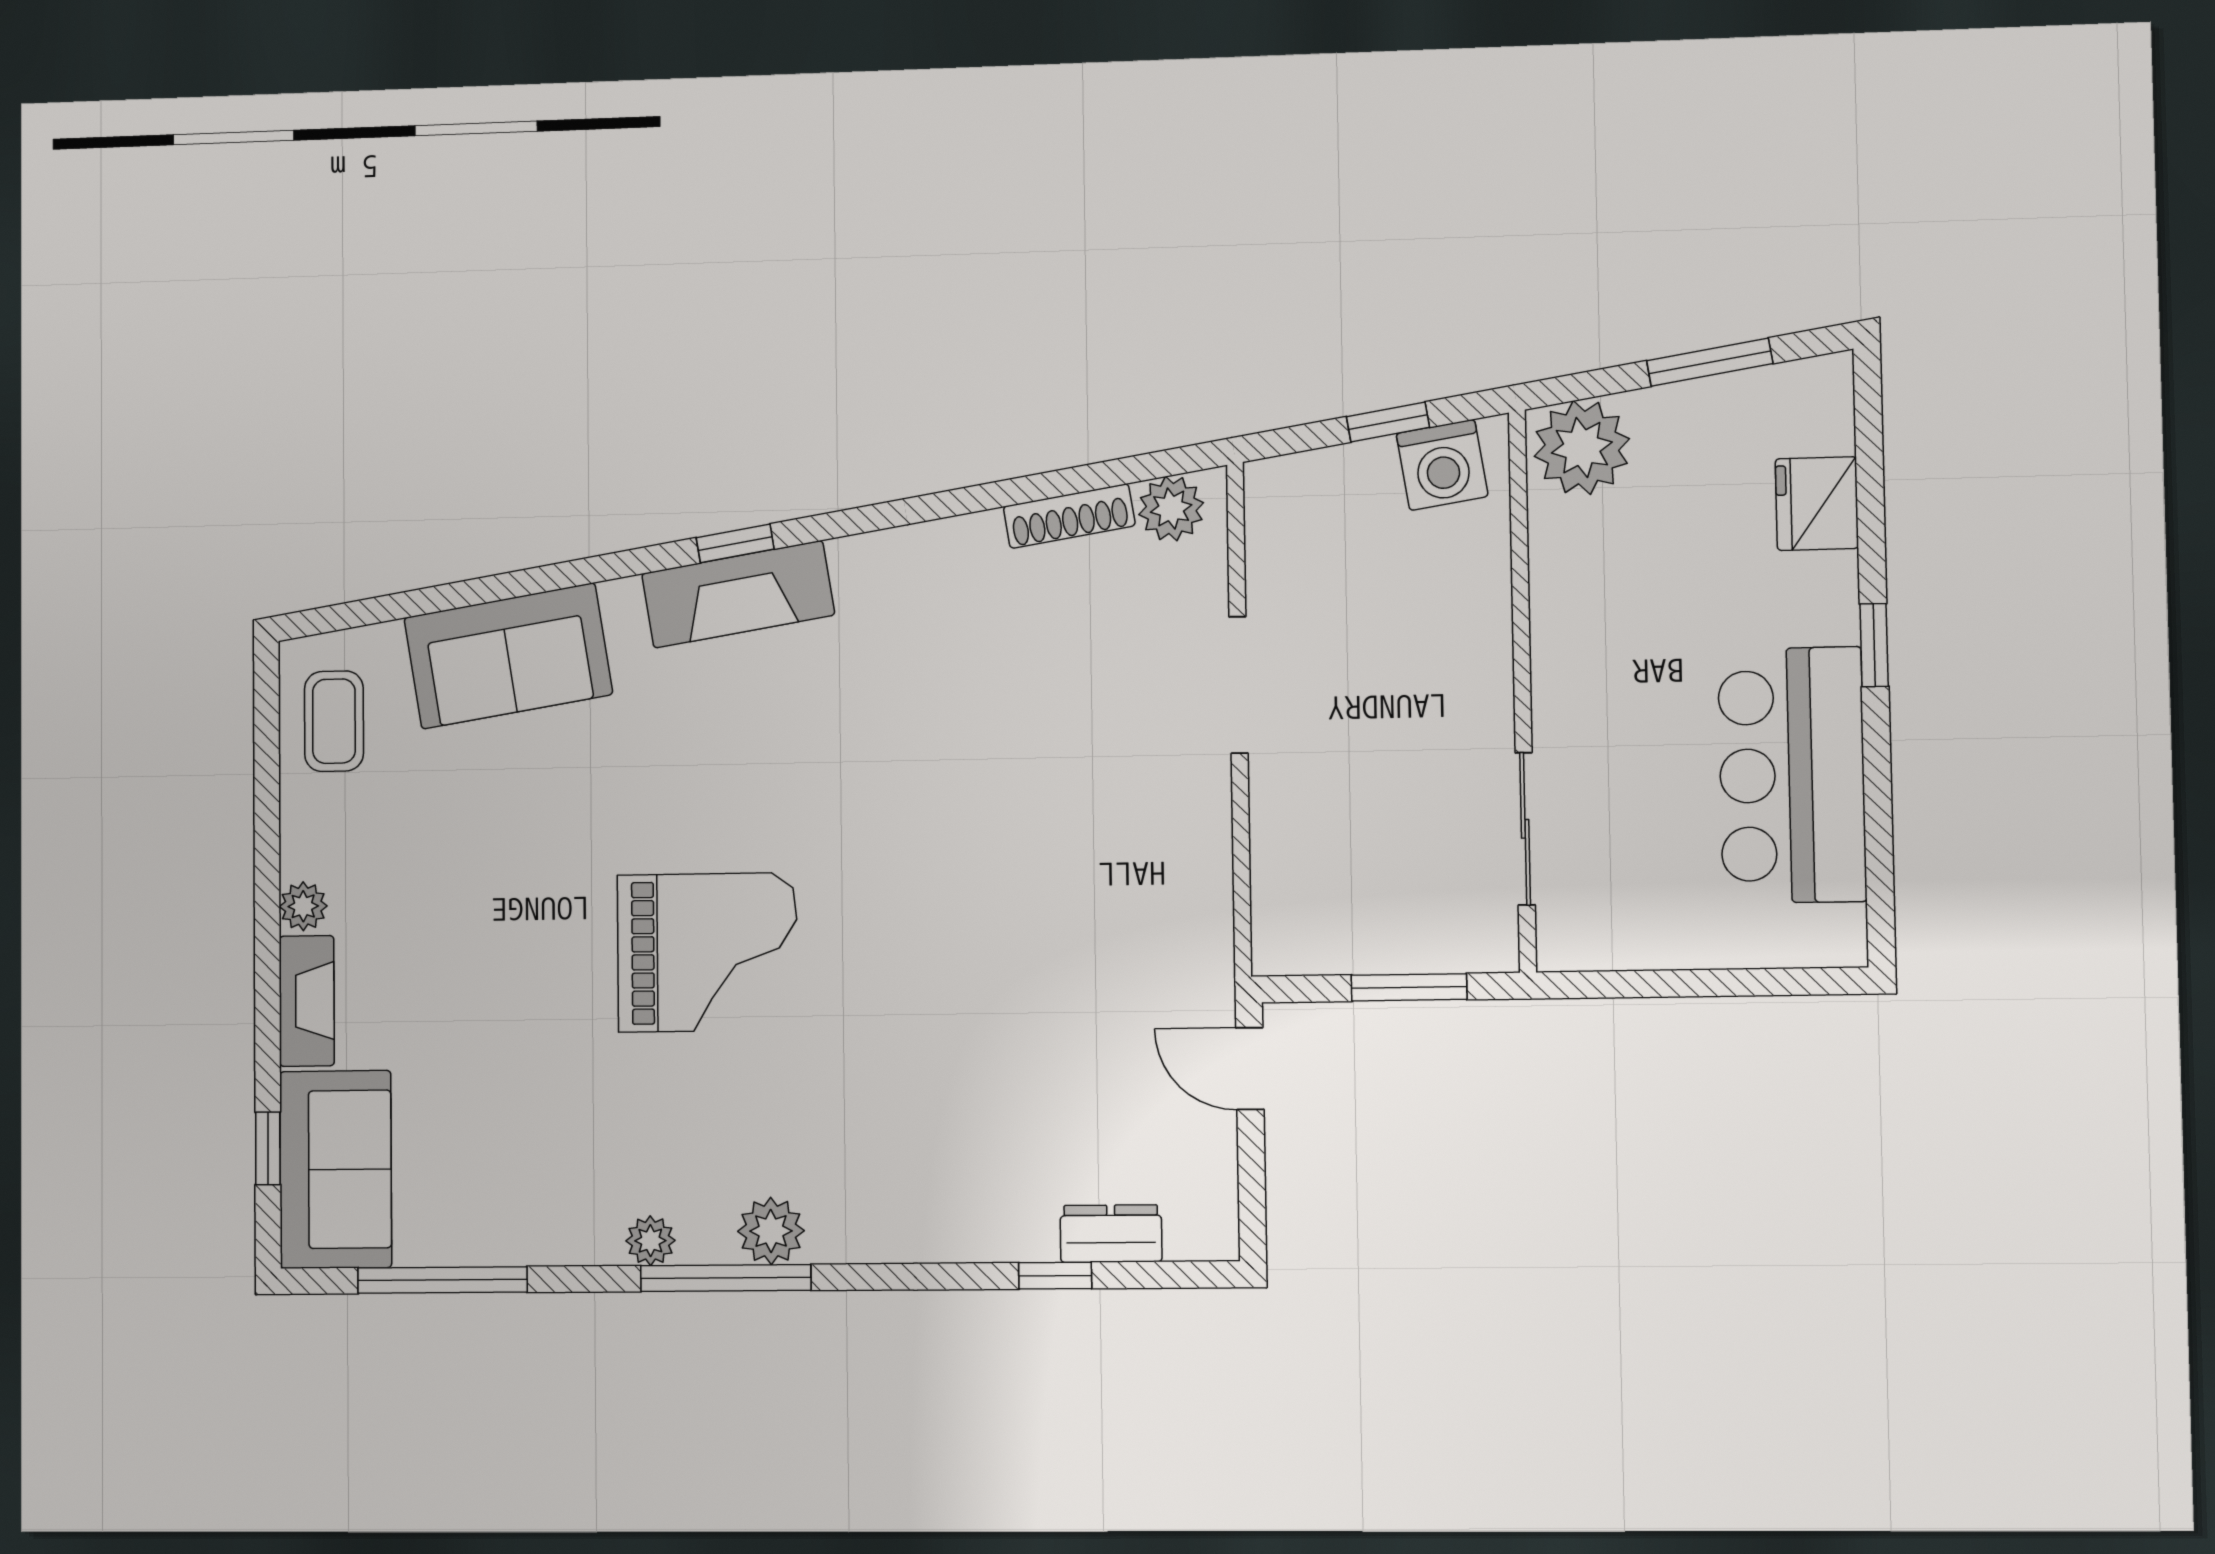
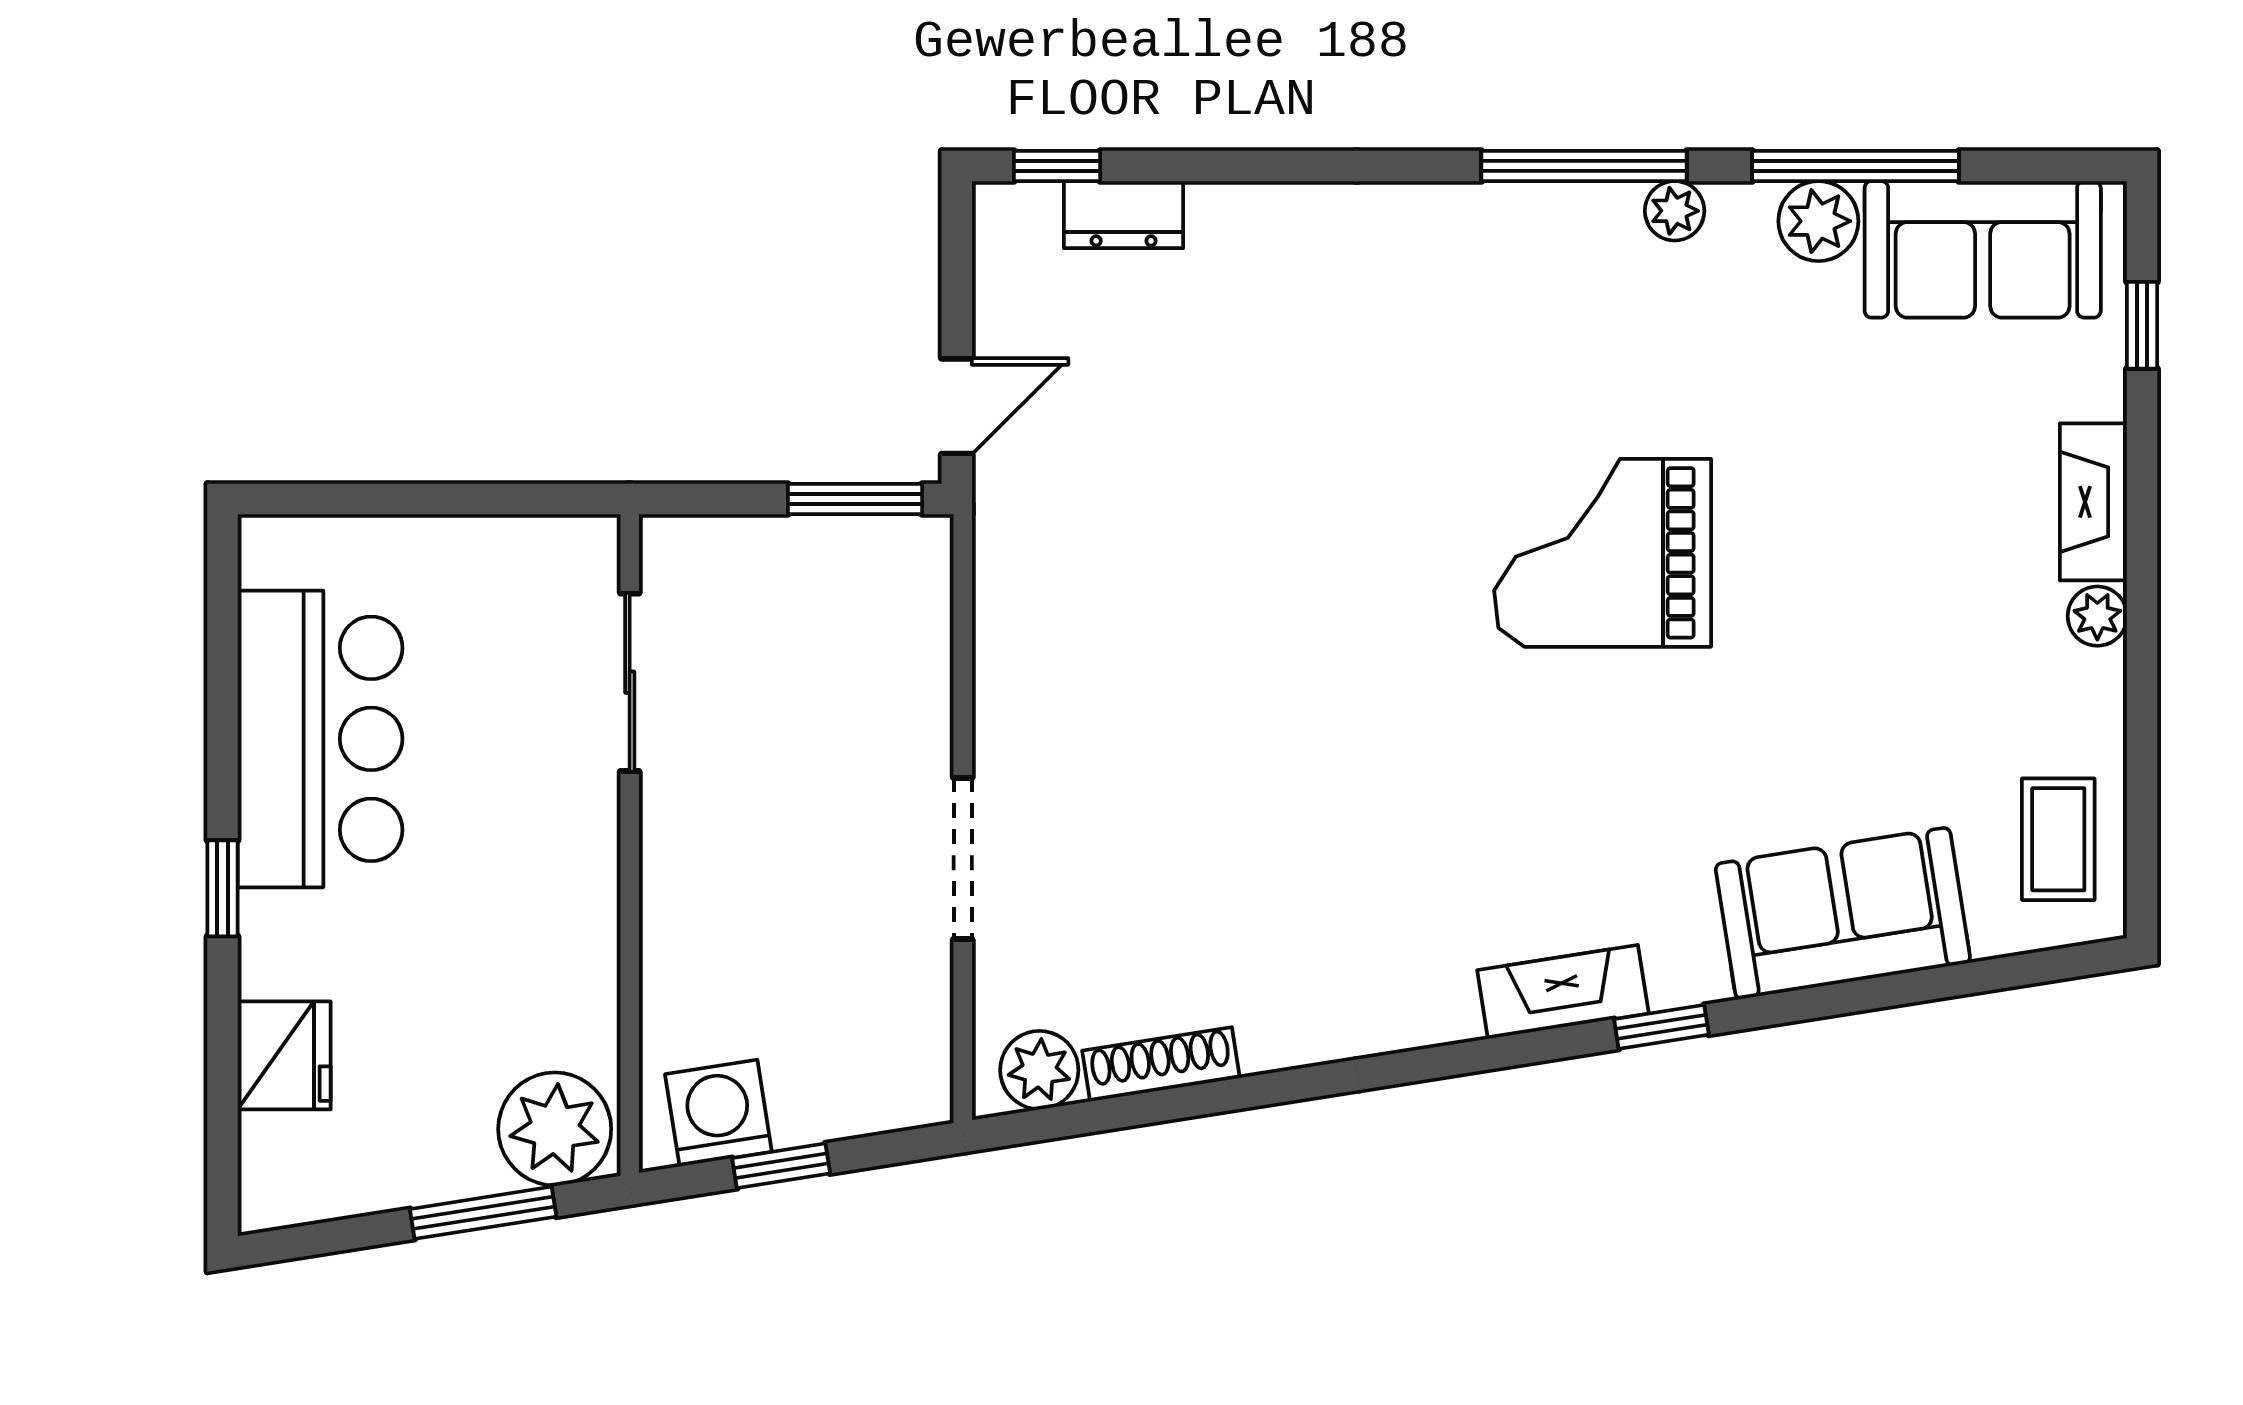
window: (1710, 362) -> (483, 1213), moved
window: (735, 543) -> (1661, 1027), moved
fireplace: (738, 594) -> (1563, 992), width x0.73, depth x0.76
window: (1409, 987) -> (855, 499), moved
door: (1250, 1069) -> (957, 406), hinge flipped
sofa: (336, 1169) -> (1983, 249), moved, turned -90
plant: (771, 1231) -> (1818, 221), moved
window: (1055, 1276) -> (1057, 166), moved
window: (442, 1280) -> (1856, 166), moved

